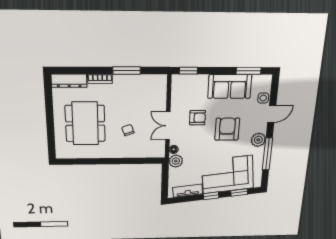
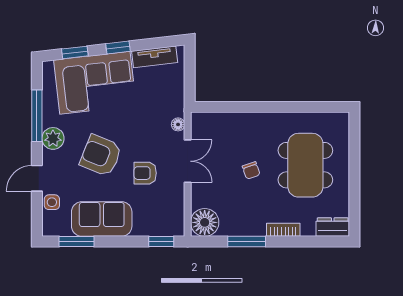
dresser: (69, 81) -> (333, 227), width x0.70
floor lamp: (157, 84) -> (205, 222), added
armchair: (227, 129) -> (101, 155), turned 112
chair: (128, 130) -> (251, 170), moved
plant: (176, 161) -> (174, 106), removed

